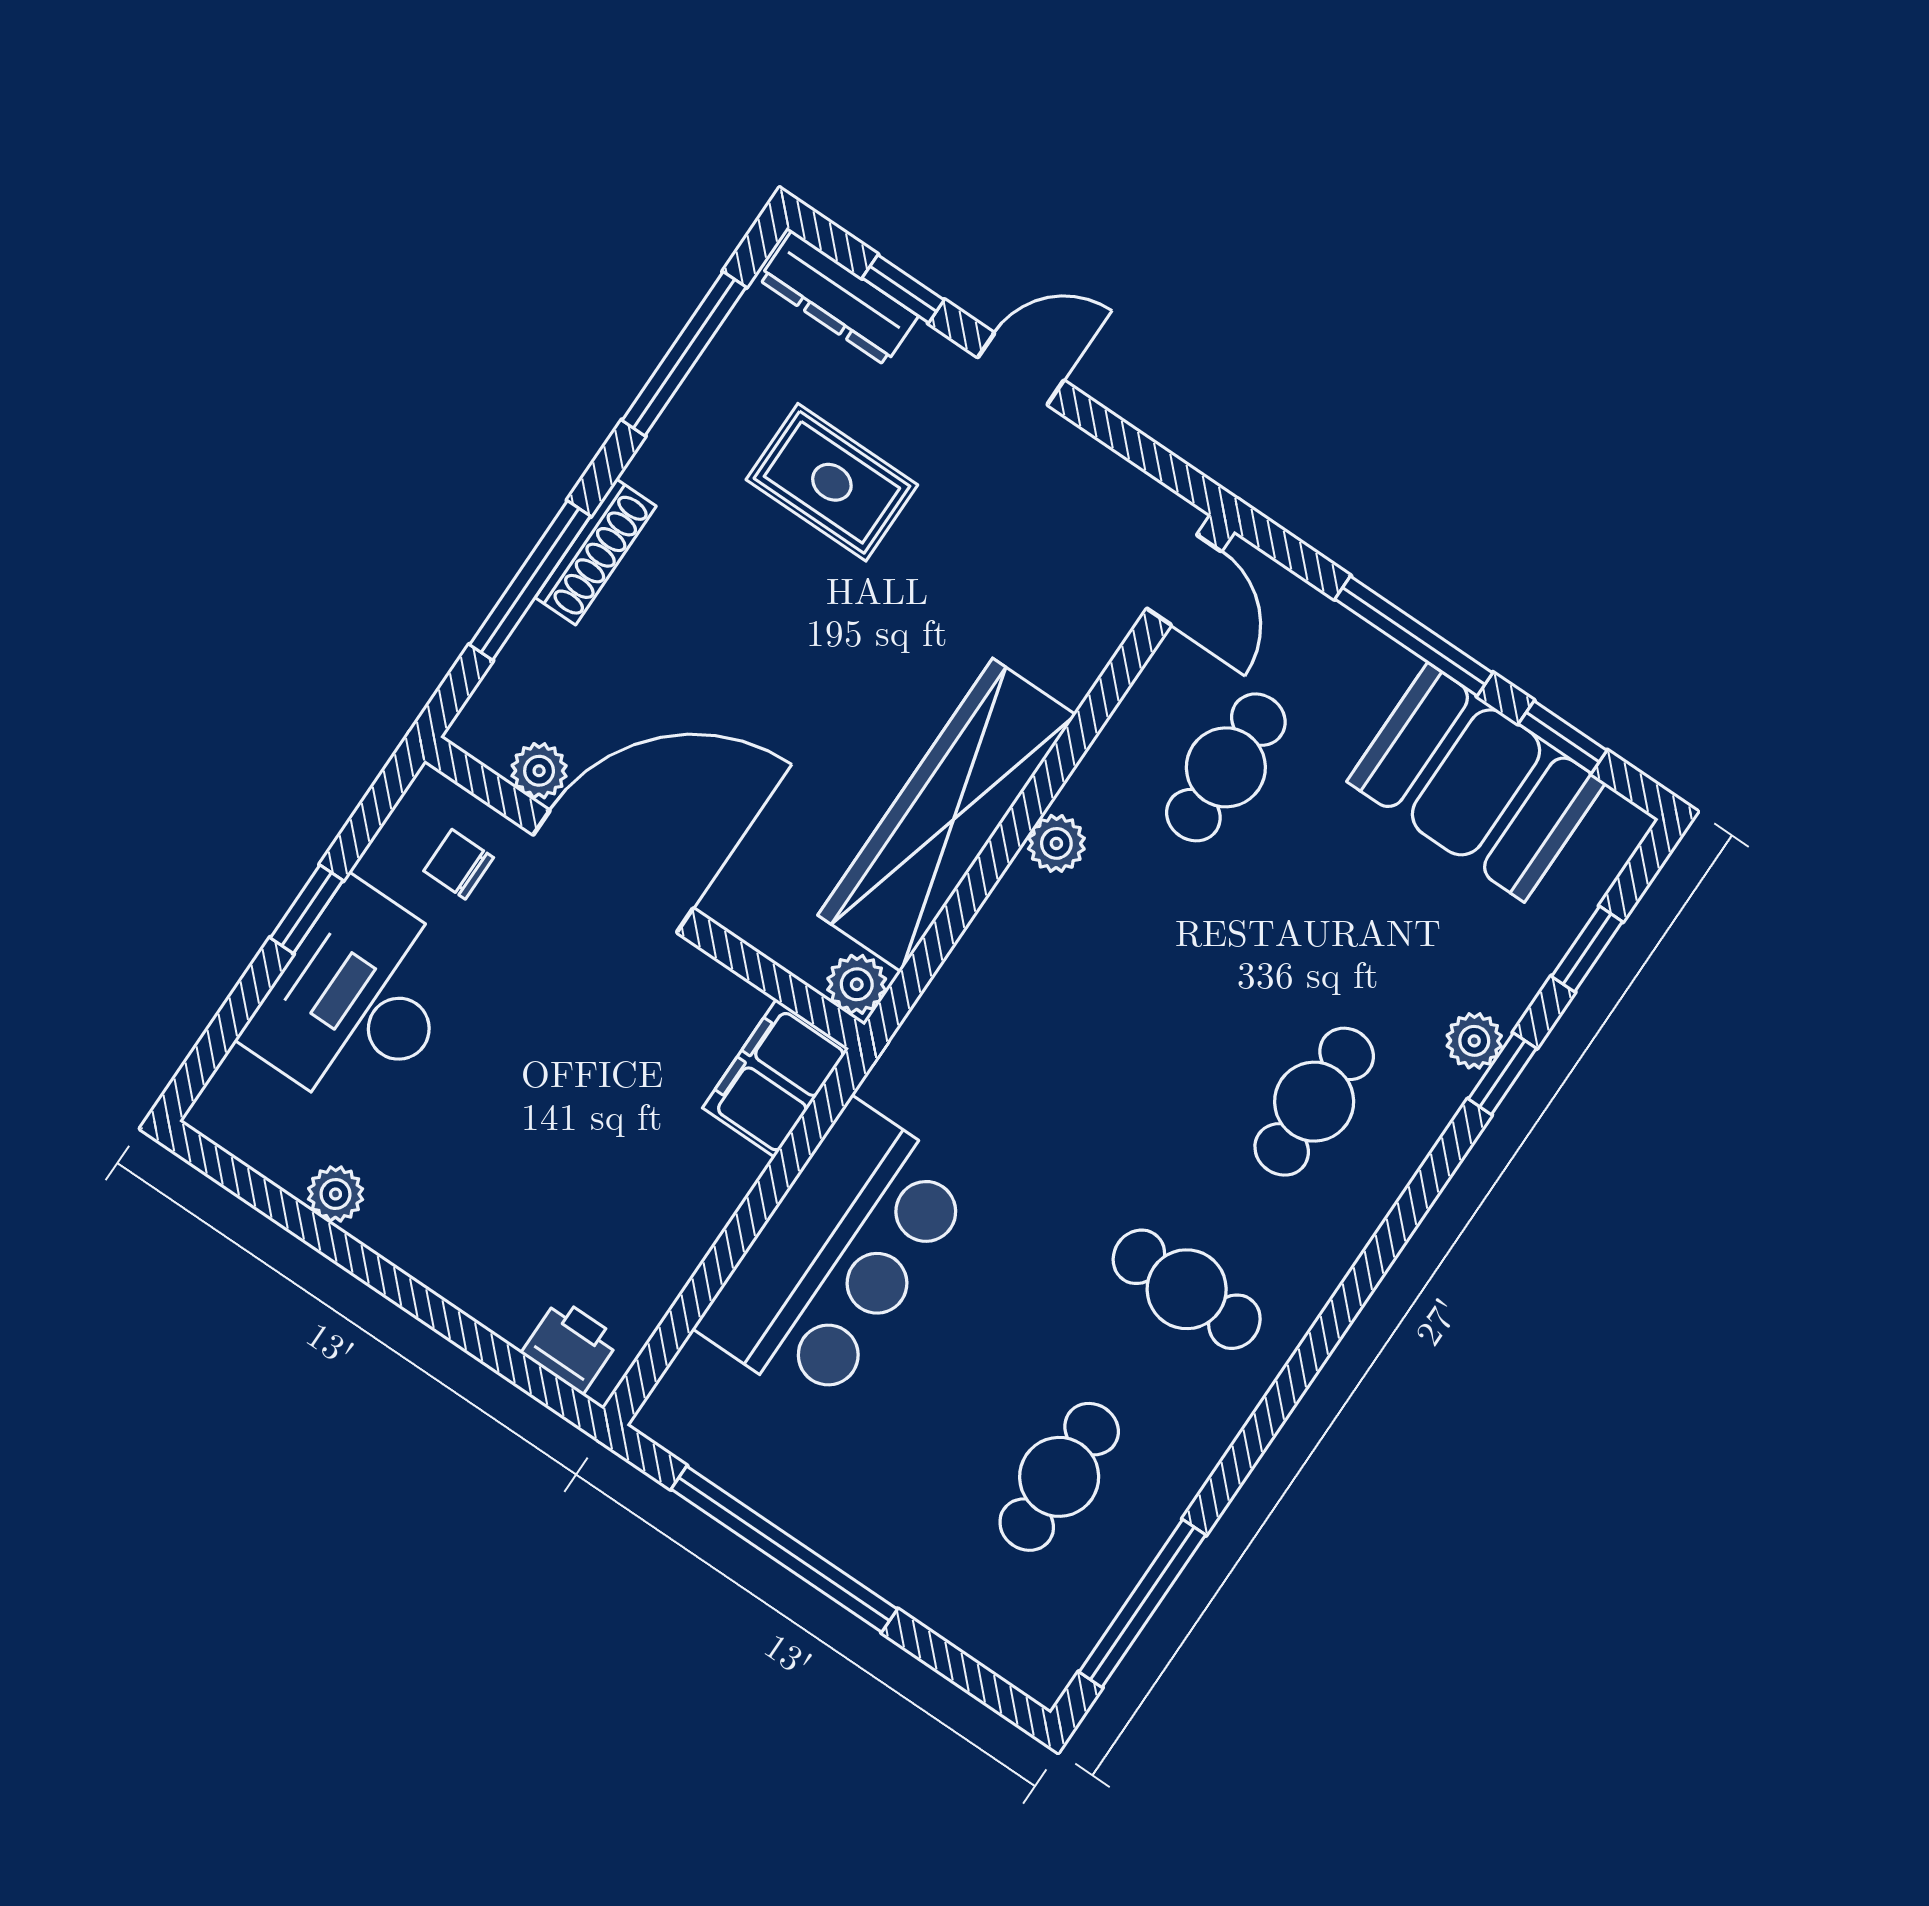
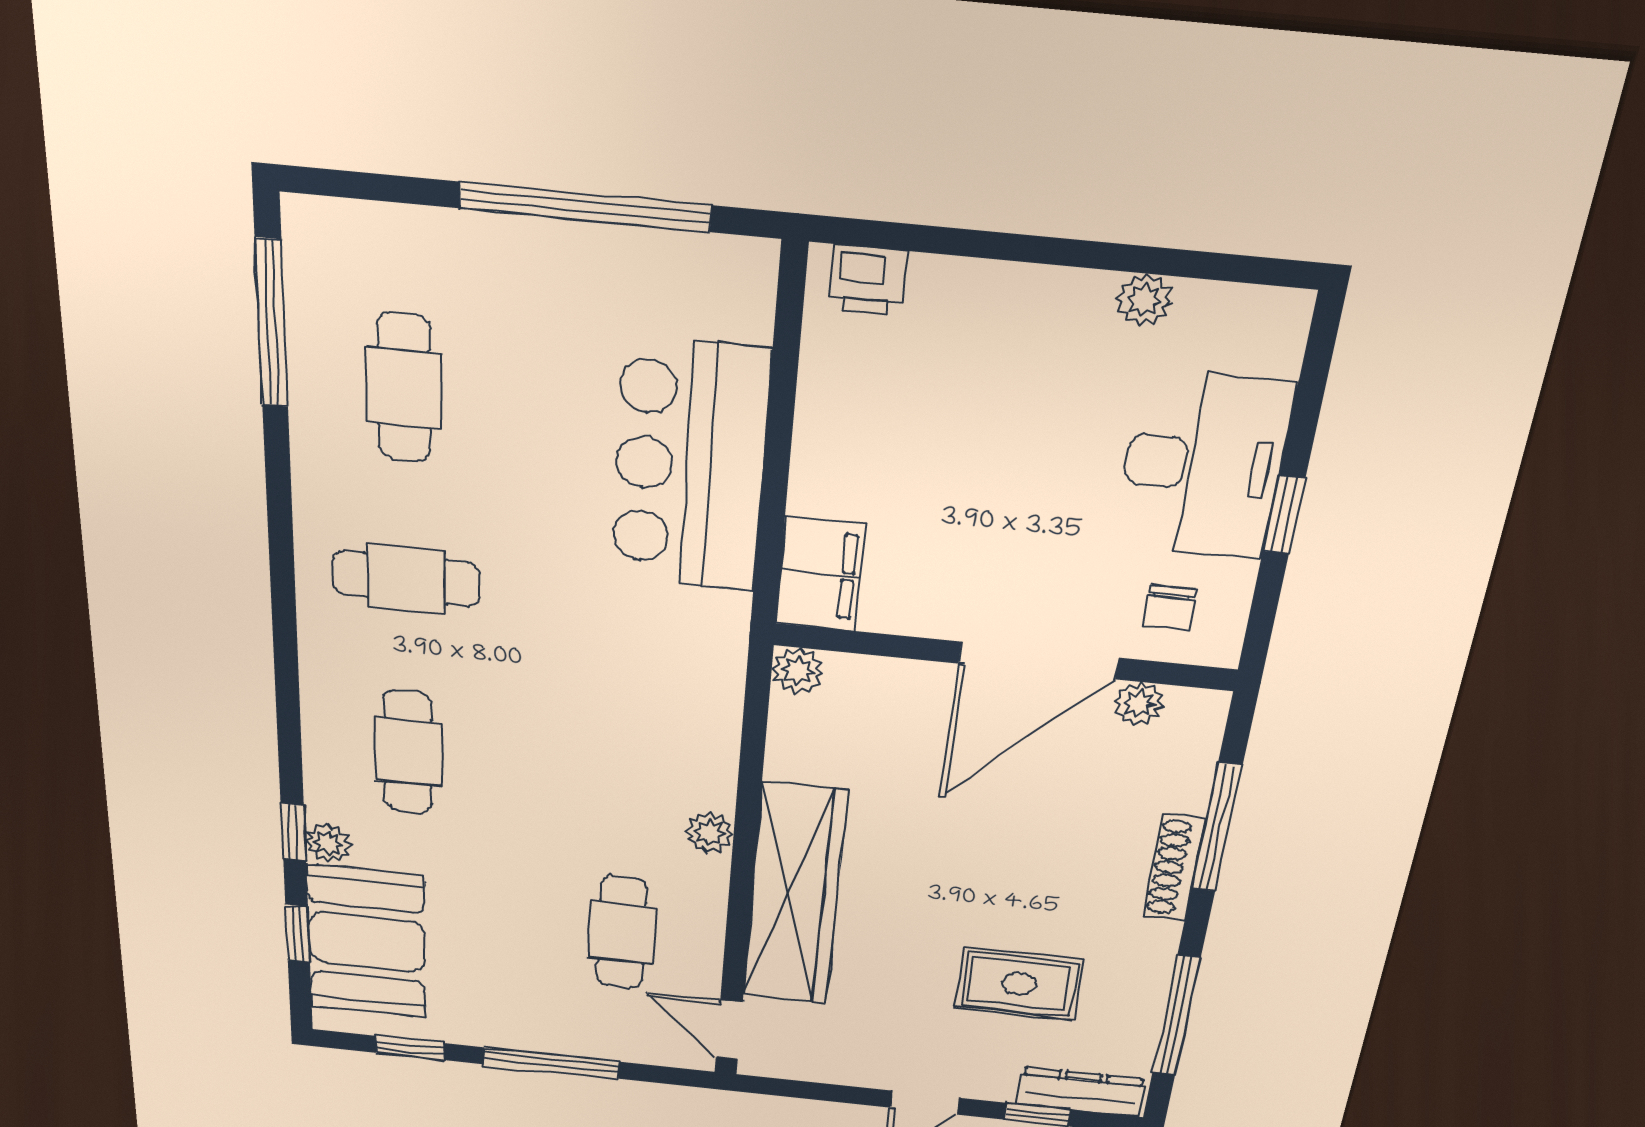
booth: (1476, 782) -> (367, 942), moved, turned 90
wardrobe: (947, 815) -> (794, 895), moved
chair: (459, 864) -> (1170, 608), turned 90

